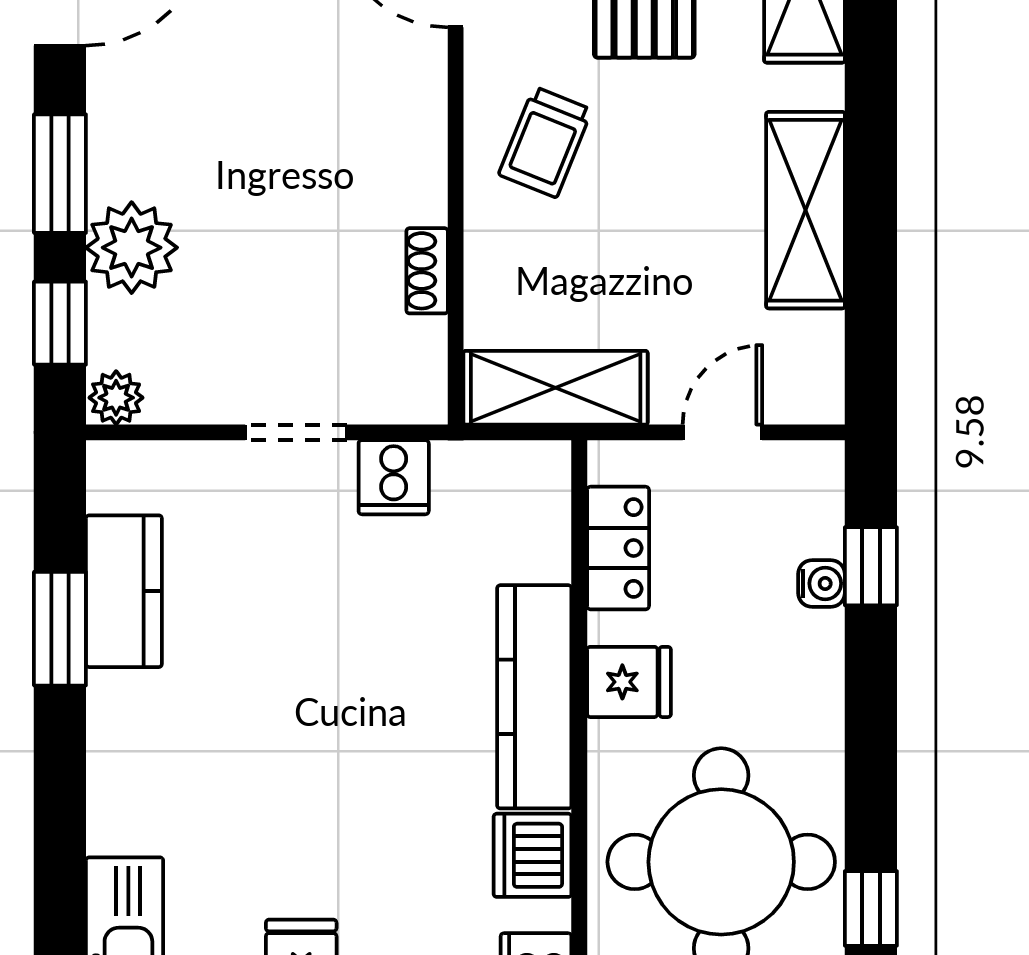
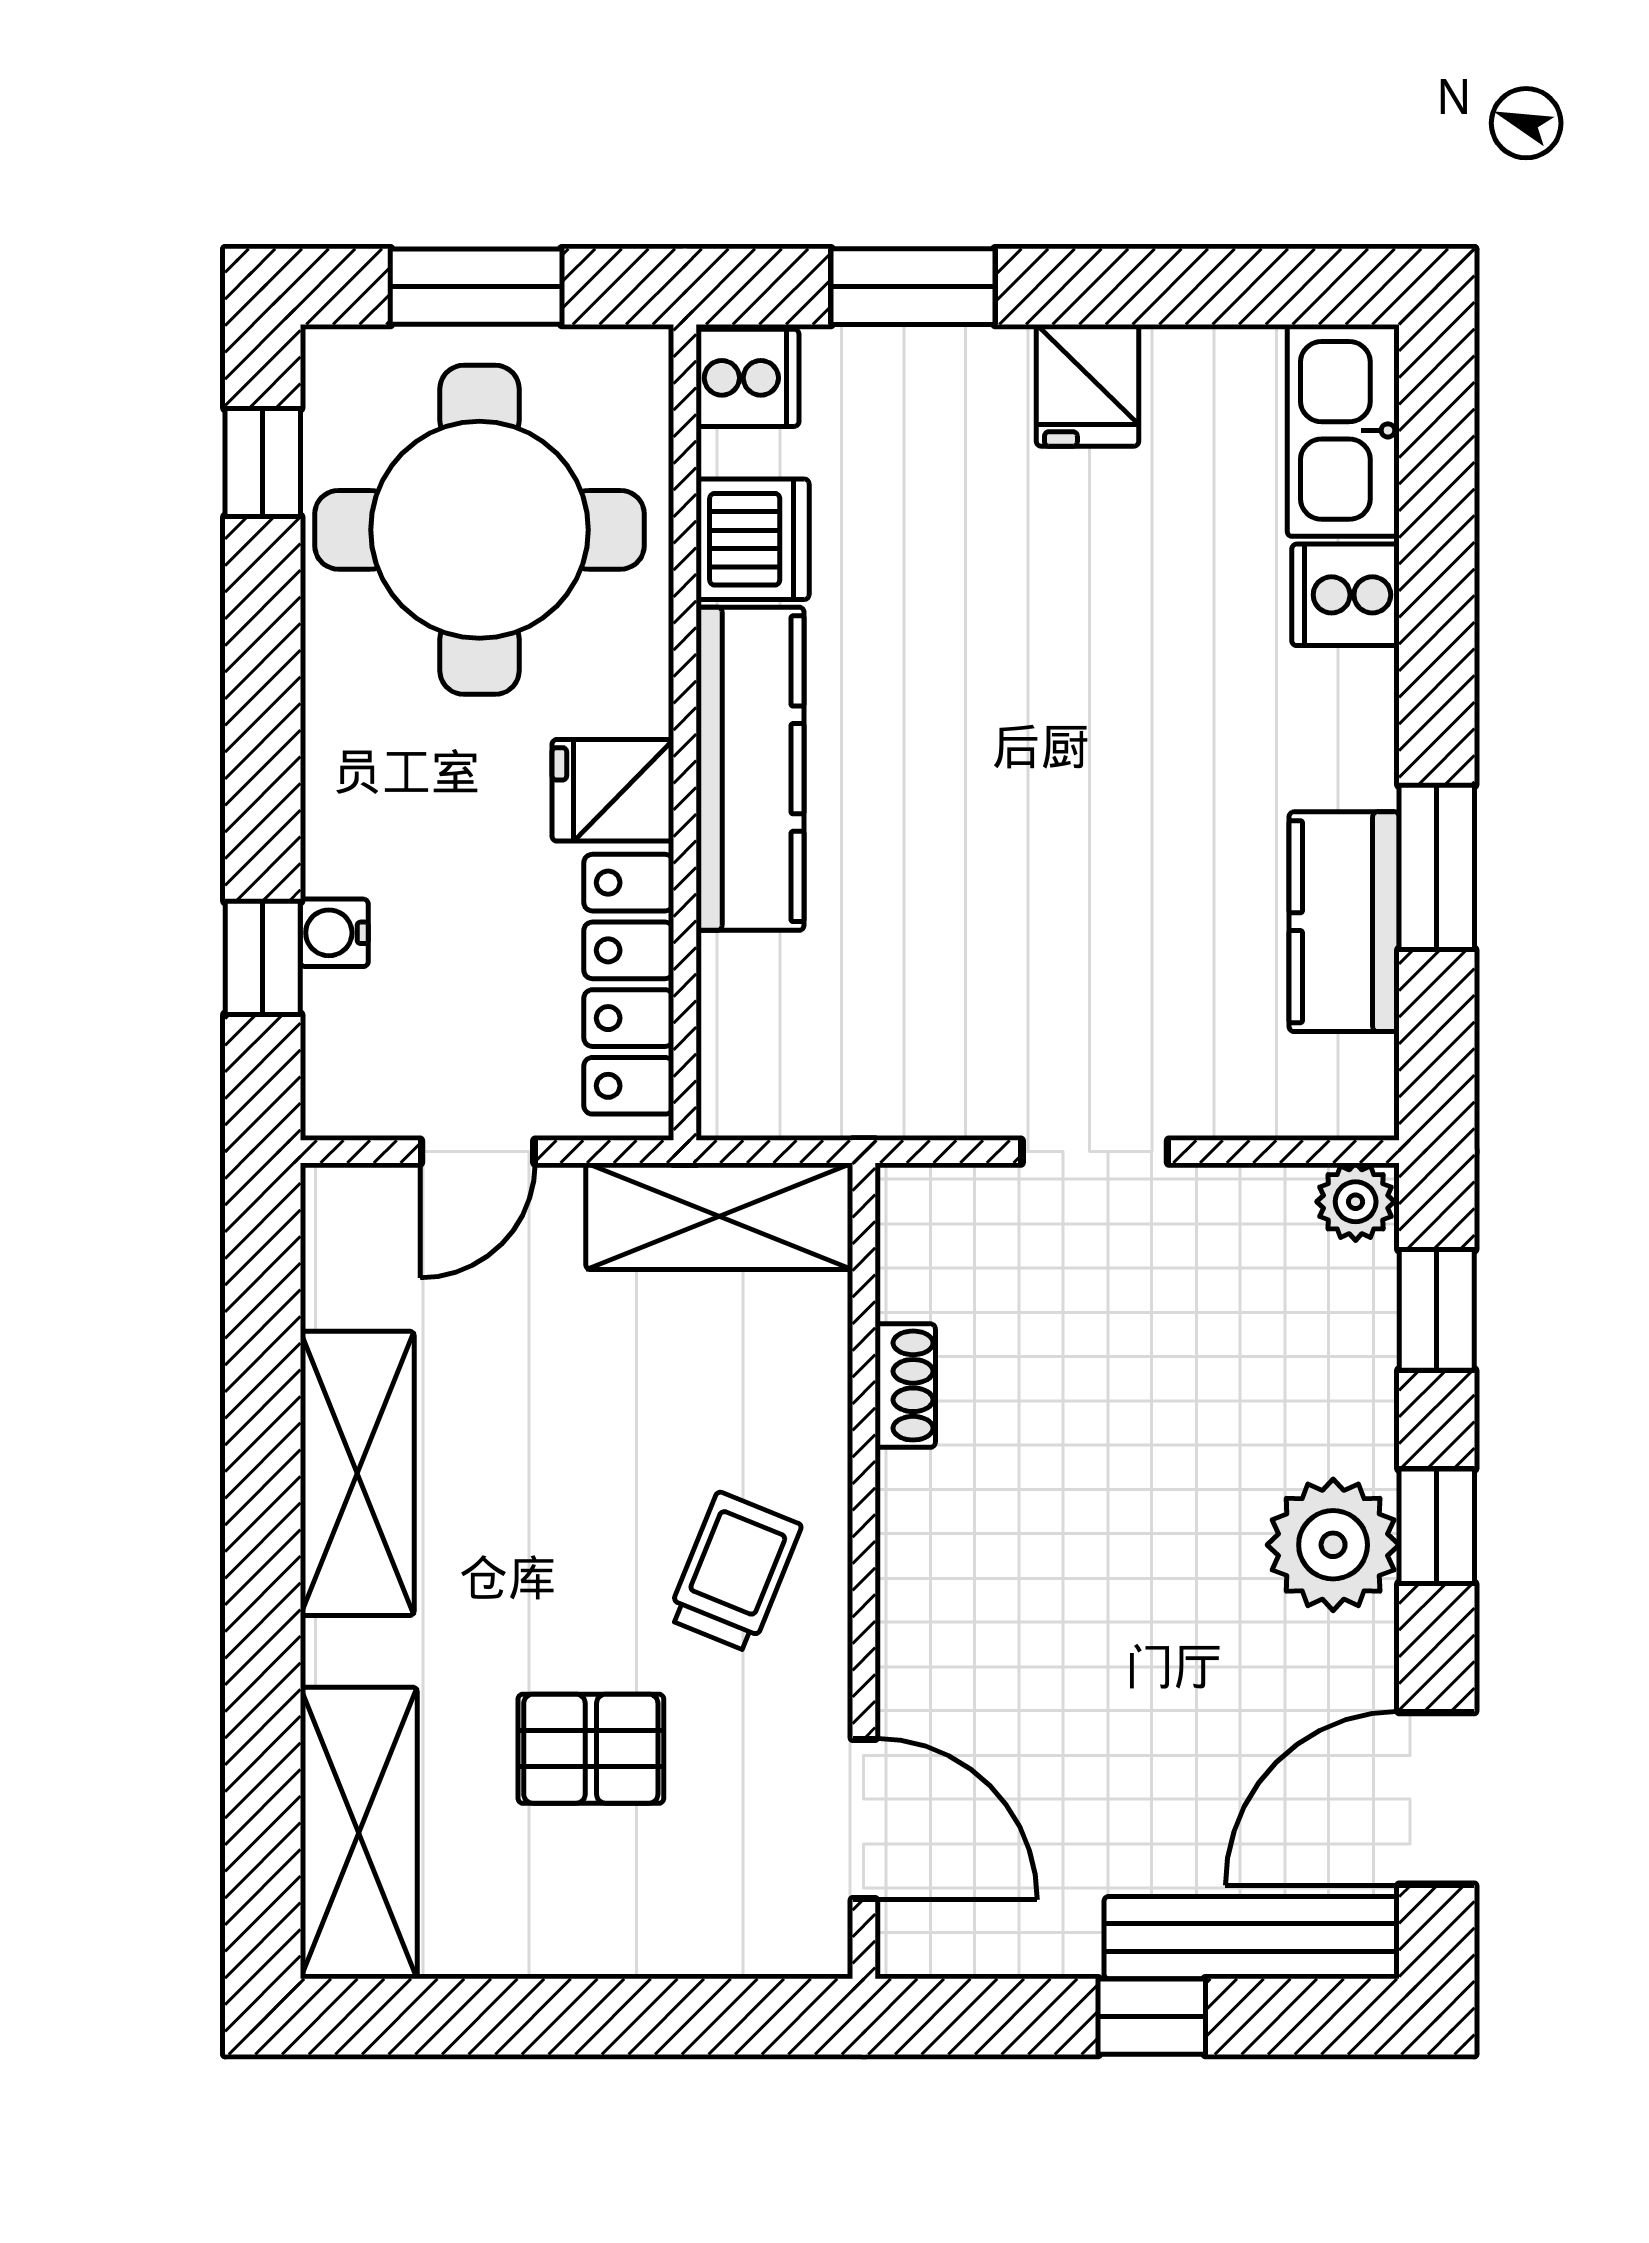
window: (60, 174) -> (1437, 1526), width x0.67
plant: (132, 248) -> (1333, 1545), moved
cooker: (394, 477) -> (1345, 595), moved, turned -90
locker: (618, 548) -> (629, 984), width x1.53

